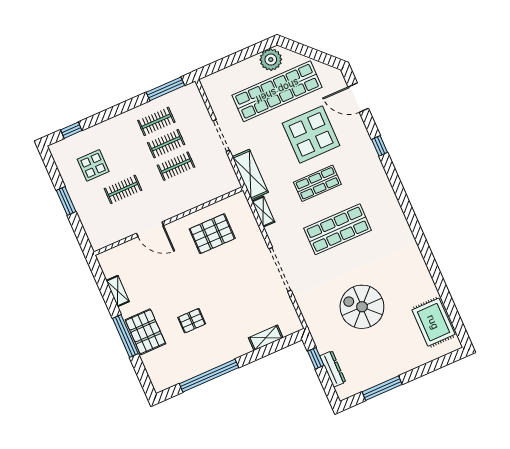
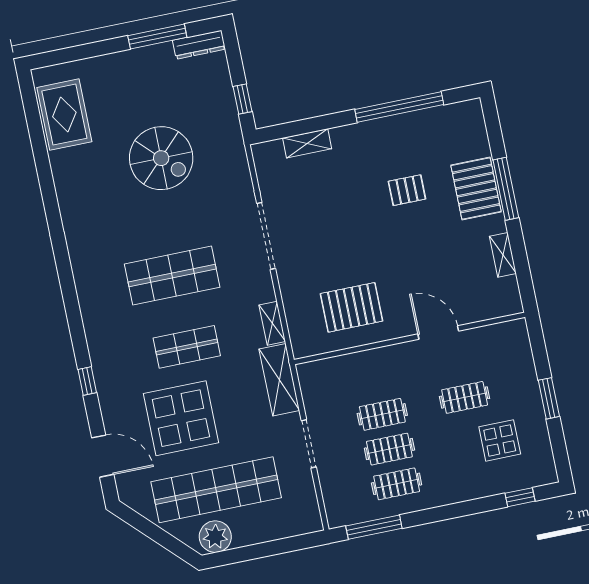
dresser: (333, 369) -> (199, 45), moved, turned -90

